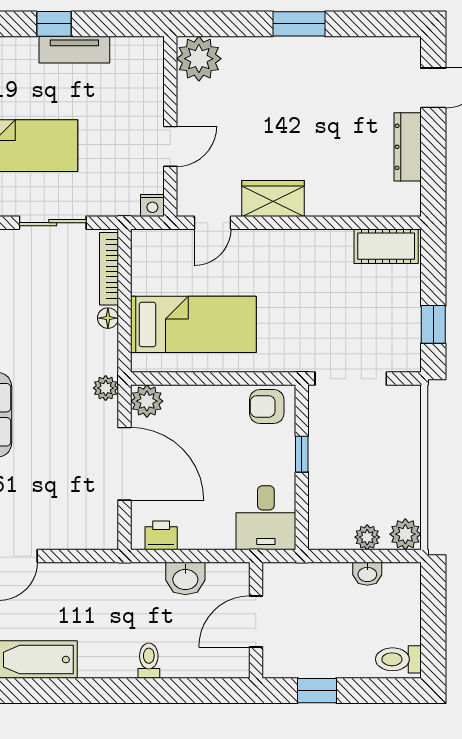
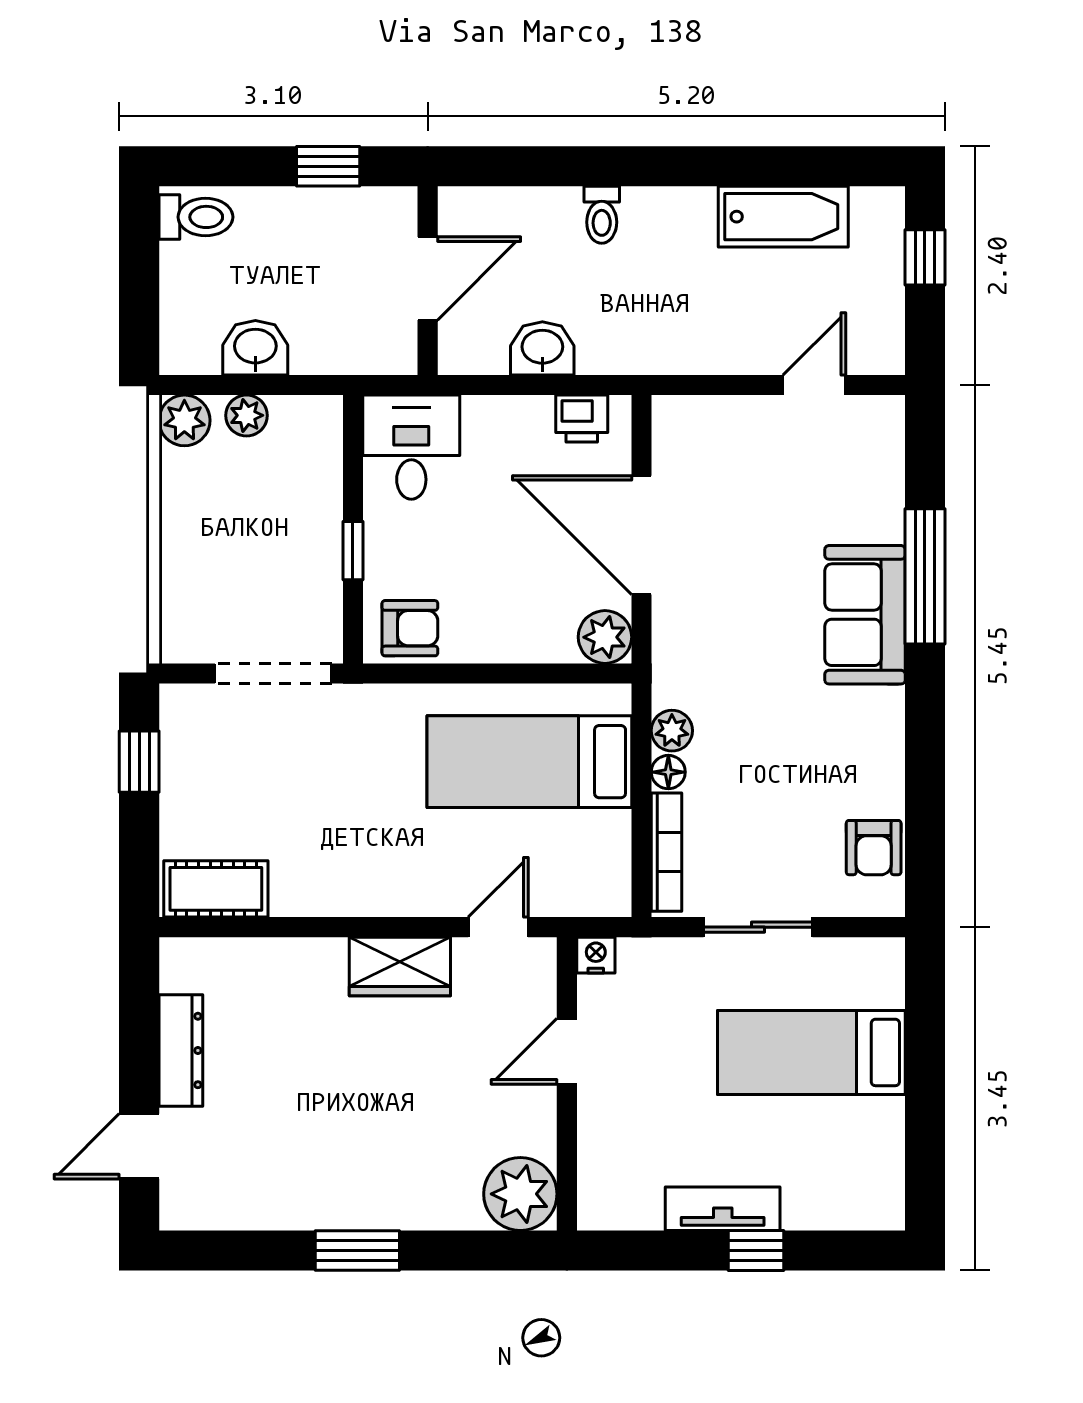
plant: (106, 388) -> (672, 731), moved
washbasin: (367, 574) -> (255, 348), width x1.38, depth x1.45

